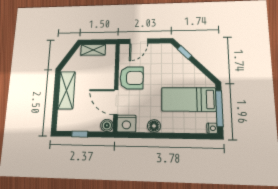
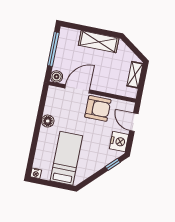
armchair: (132, 78) -> (98, 108), turned -90
window: (219, 109) -> (52, 184), removed
nightstand: (126, 123) -> (119, 142), moved, turned 180
window: (80, 134) -> (53, 49), width x2.17

